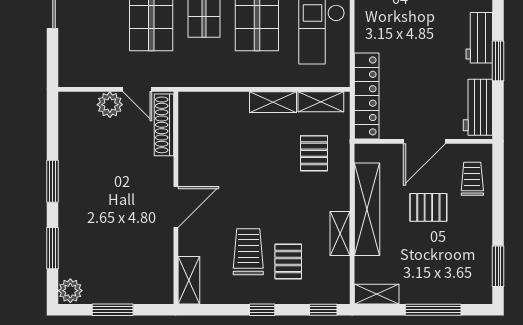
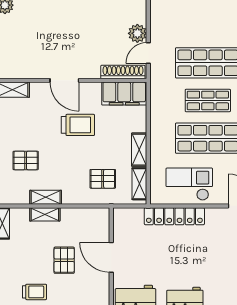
locker: (367, 96) -> (174, 216), moved
filing cabinet: (194, 123) -> (124, 94), added
trolley: (472, 179) -> (34, 292), moved
shelving: (367, 209) -> (45, 214), width x0.45, depth x0.75
trolley: (248, 252) -> (78, 125), moved

